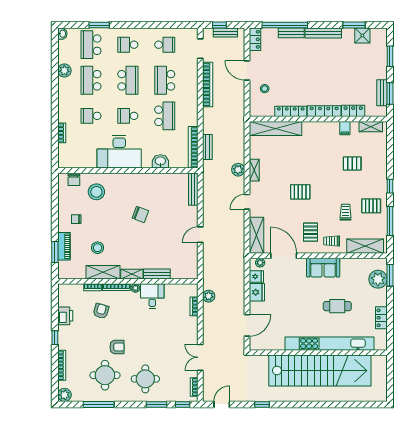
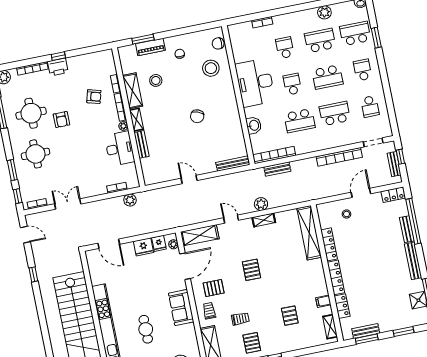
desk: (152, 296) -> (120, 148), width x1.37
printer: (65, 316) -> (58, 67), moved

